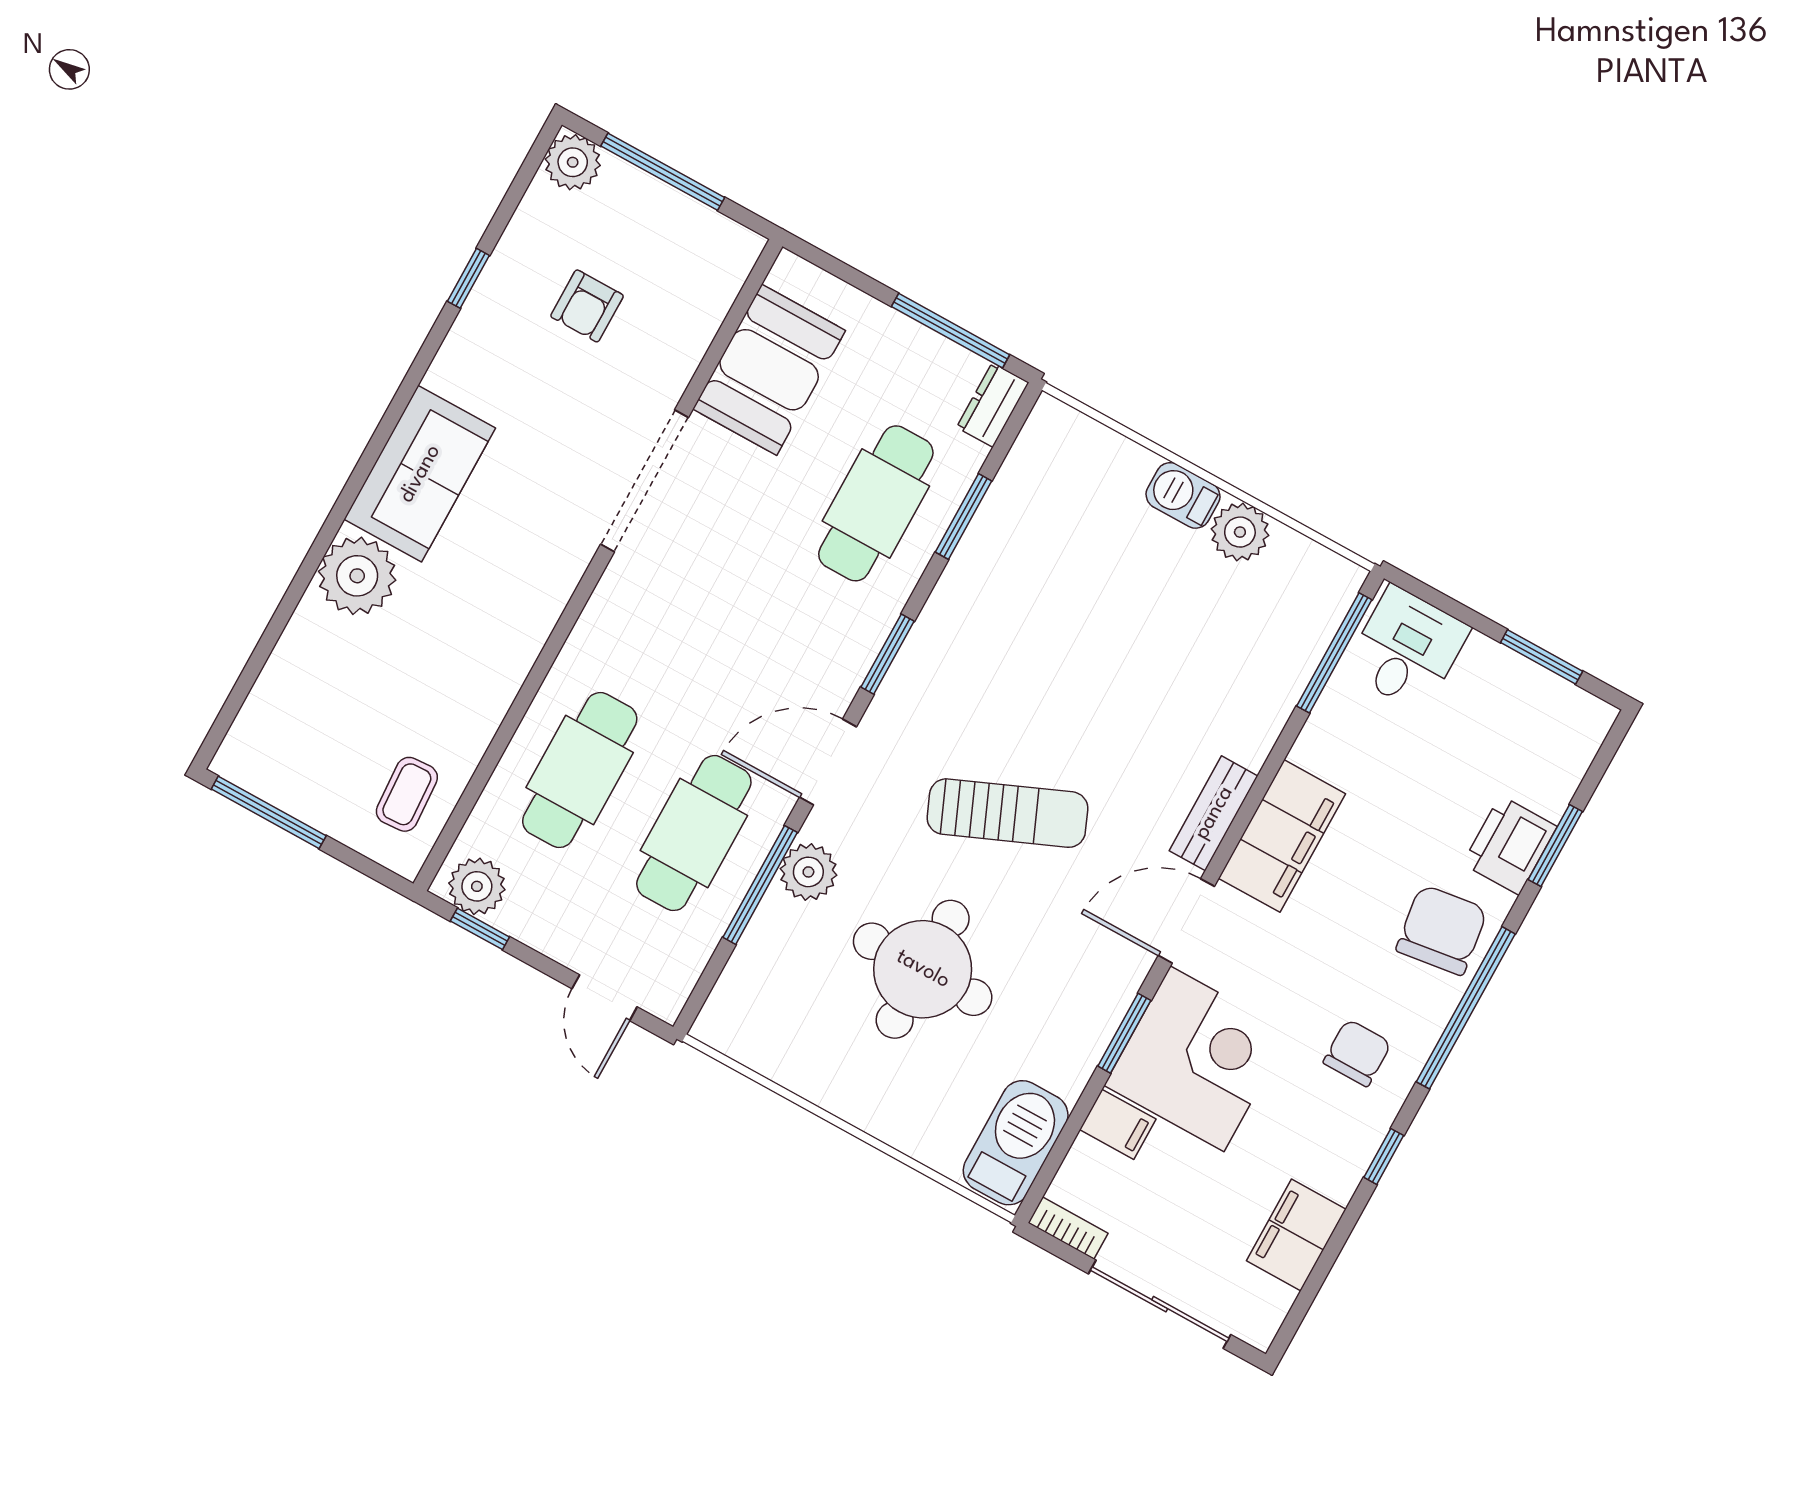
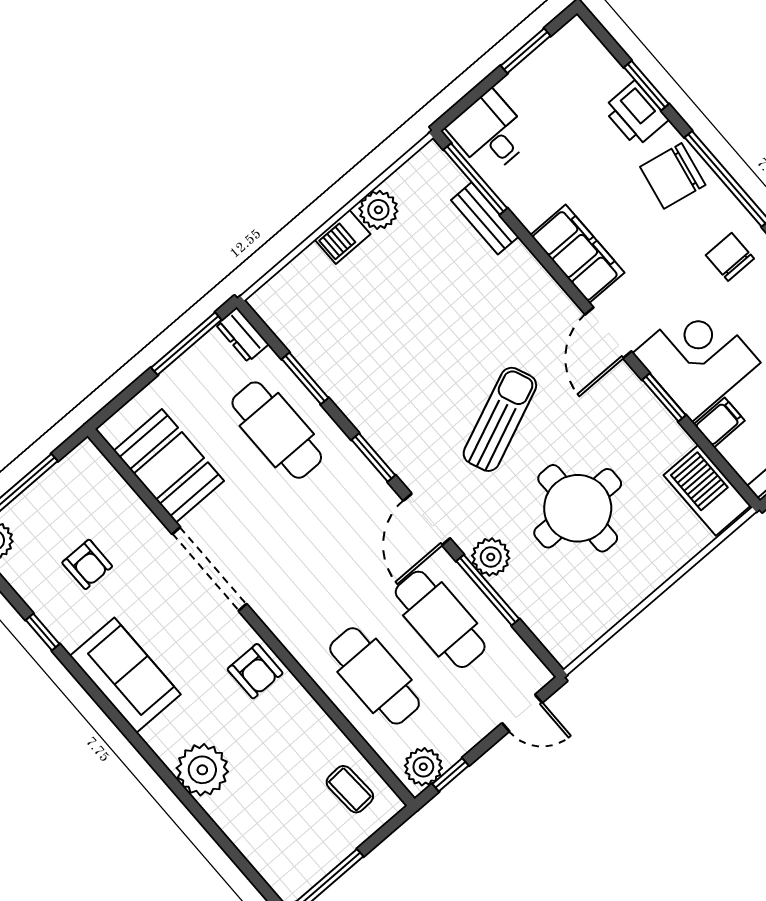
sofa: (420, 474) -> (125, 675), moved
armchair: (524, 599) -> (255, 671), added
bench: (1214, 813) -> (485, 218), moved
chair: (1442, 930) -> (673, 176), turned -71

